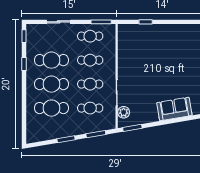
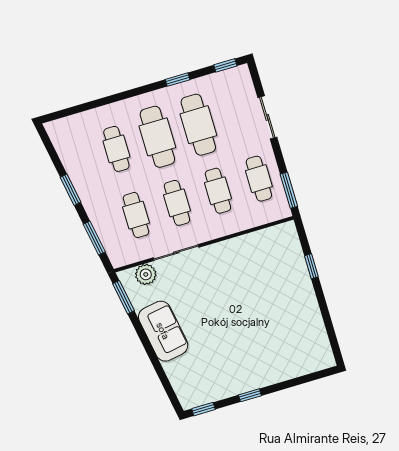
cafe table: (51, 108) -> (116, 149), width x0.73, depth x0.74
sofa: (174, 109) -> (163, 331), moved

